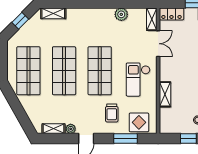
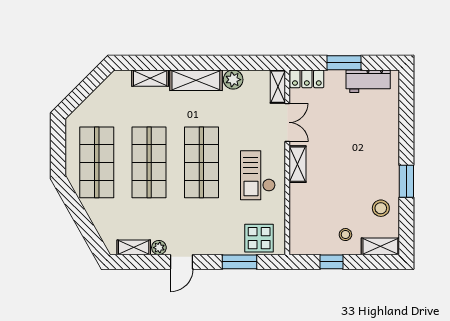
shelving: (53, 13) -> (150, 78), moved
shelving: (96, 15) -> (196, 80), added
window: (20, 21) -> (85, 89), removed
shelving: (165, 94) -> (297, 164), moved
trolley: (112, 113) -> (219, 224), removed

